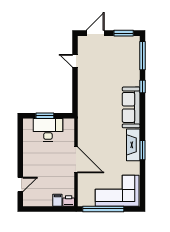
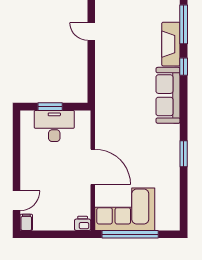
fireplace: (133, 145) -> (171, 44), moved
corner sofa: (117, 191) -> (125, 209), moved
filing cabinet: (57, 200) -> (26, 222), moved

